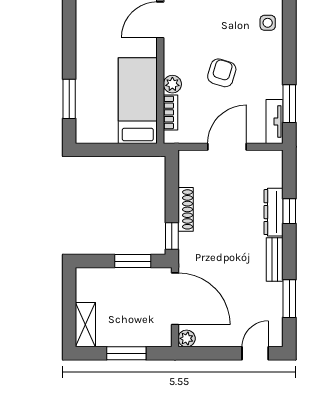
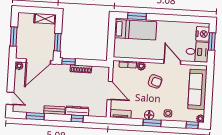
floor lamp: (273, 62) -> (149, 115), added
armchair: (222, 73) -> (155, 81), moved
bed: (138, 101) -> (135, 30), moved
window: (289, 104) -> (152, 123), moved
shelving: (85, 325) -> (45, 19), moved

